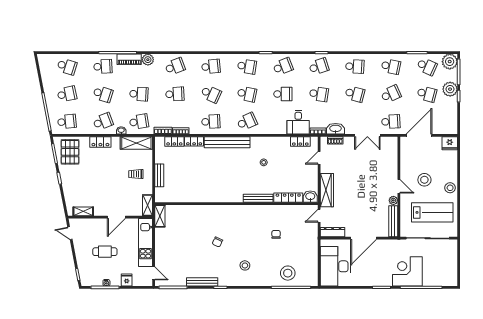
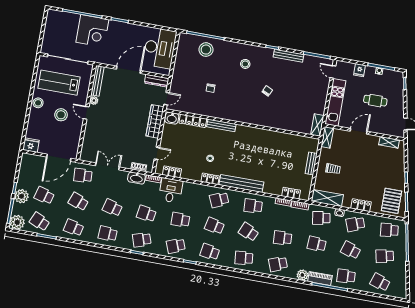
school desk: (391, 94) -> (78, 202), turned 45
locker: (194, 141) -> (210, 179), moved

